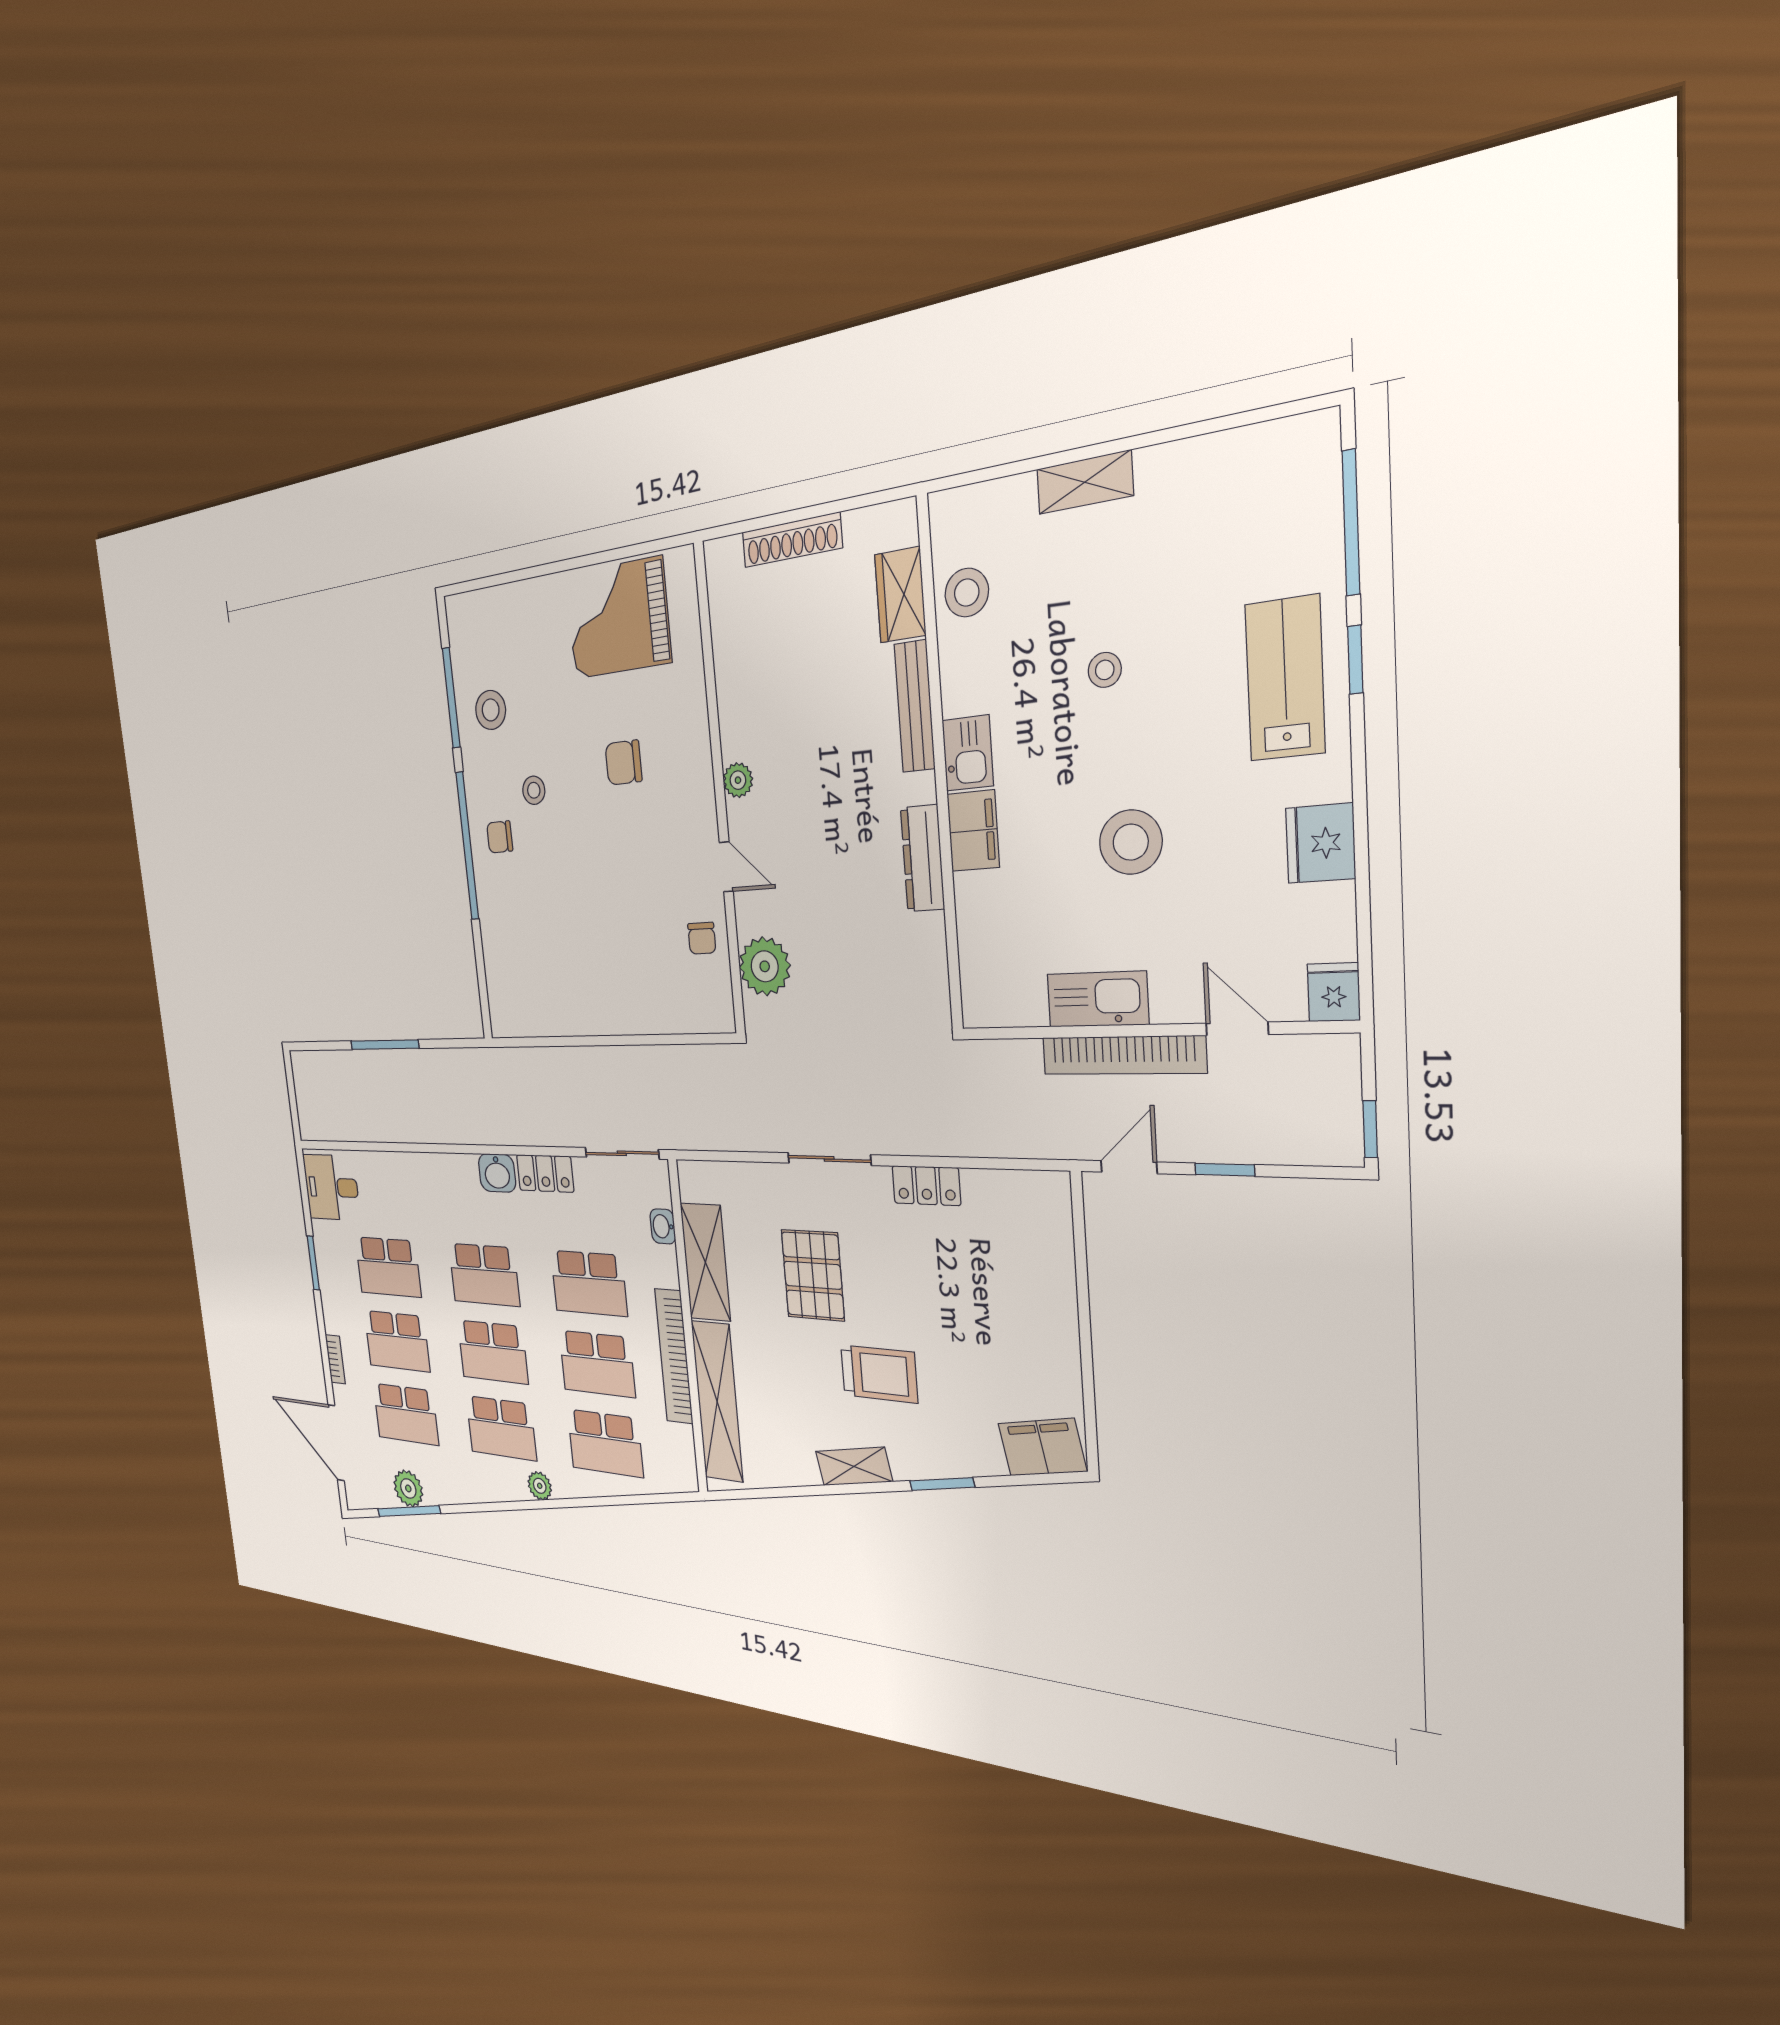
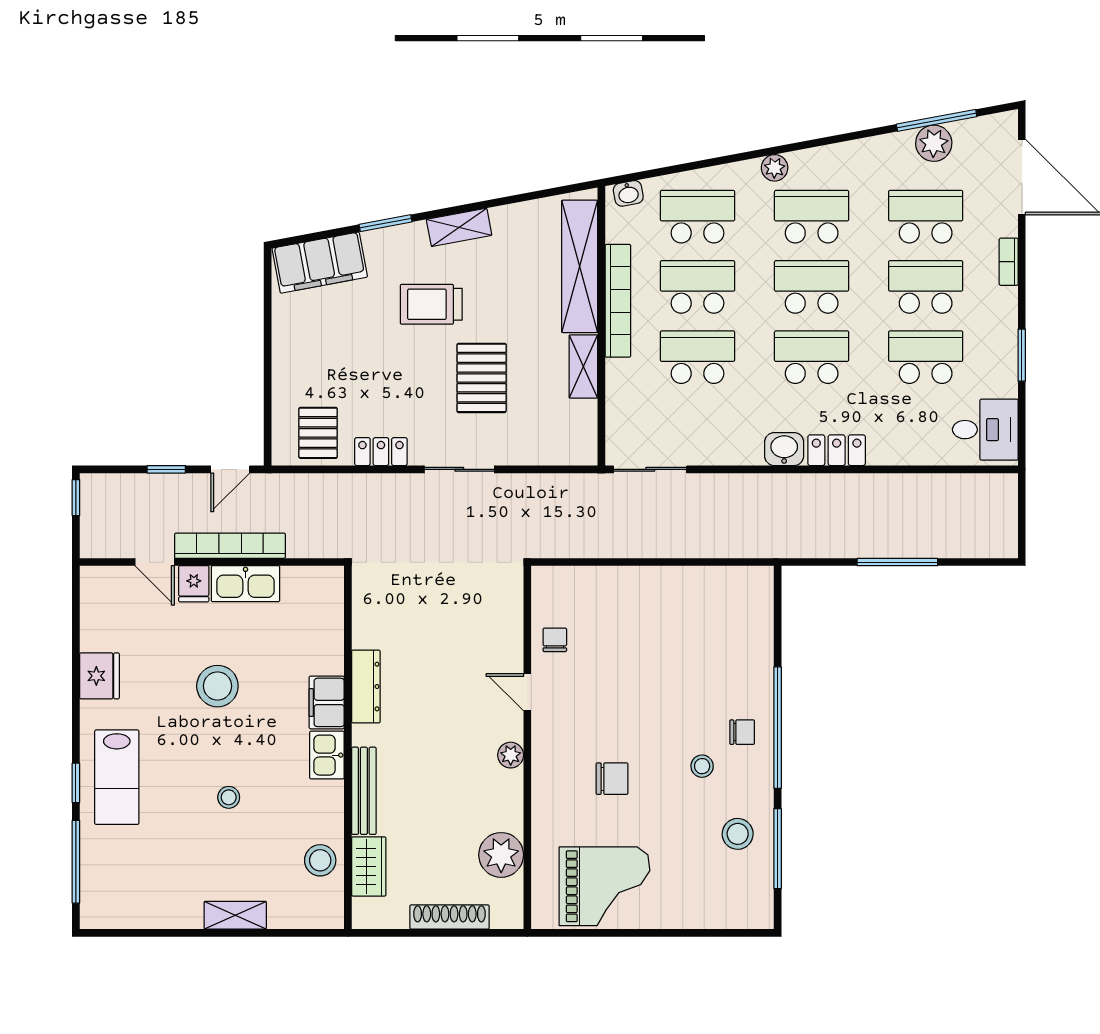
plant: (765, 966) -> (501, 855), moved
fridge: (1334, 992) -> (194, 584), moved
locker: (545, 1173) -> (837, 450), moved
pallet: (1009, 1214) -> (318, 433), added
washbasin: (663, 1226) -> (628, 193), moved, turned 79
shelving: (705, 1262) -> (583, 367), width x0.67, depth x0.75
filing cabinet: (1042, 1447) -> (320, 263), width x1.50, depth x1.17

